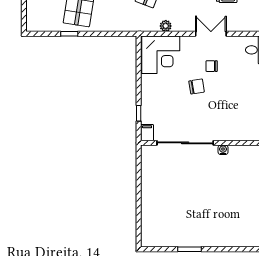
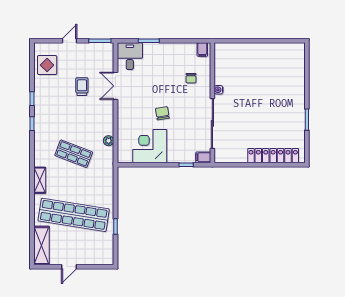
double door: (211, 34) -> (115, 86), moved
corner desk: (161, 55) -> (150, 146), moved, turned -90
chair: (212, 66) -> (191, 78), moved
locker: (149, 211) -> (273, 156), added

